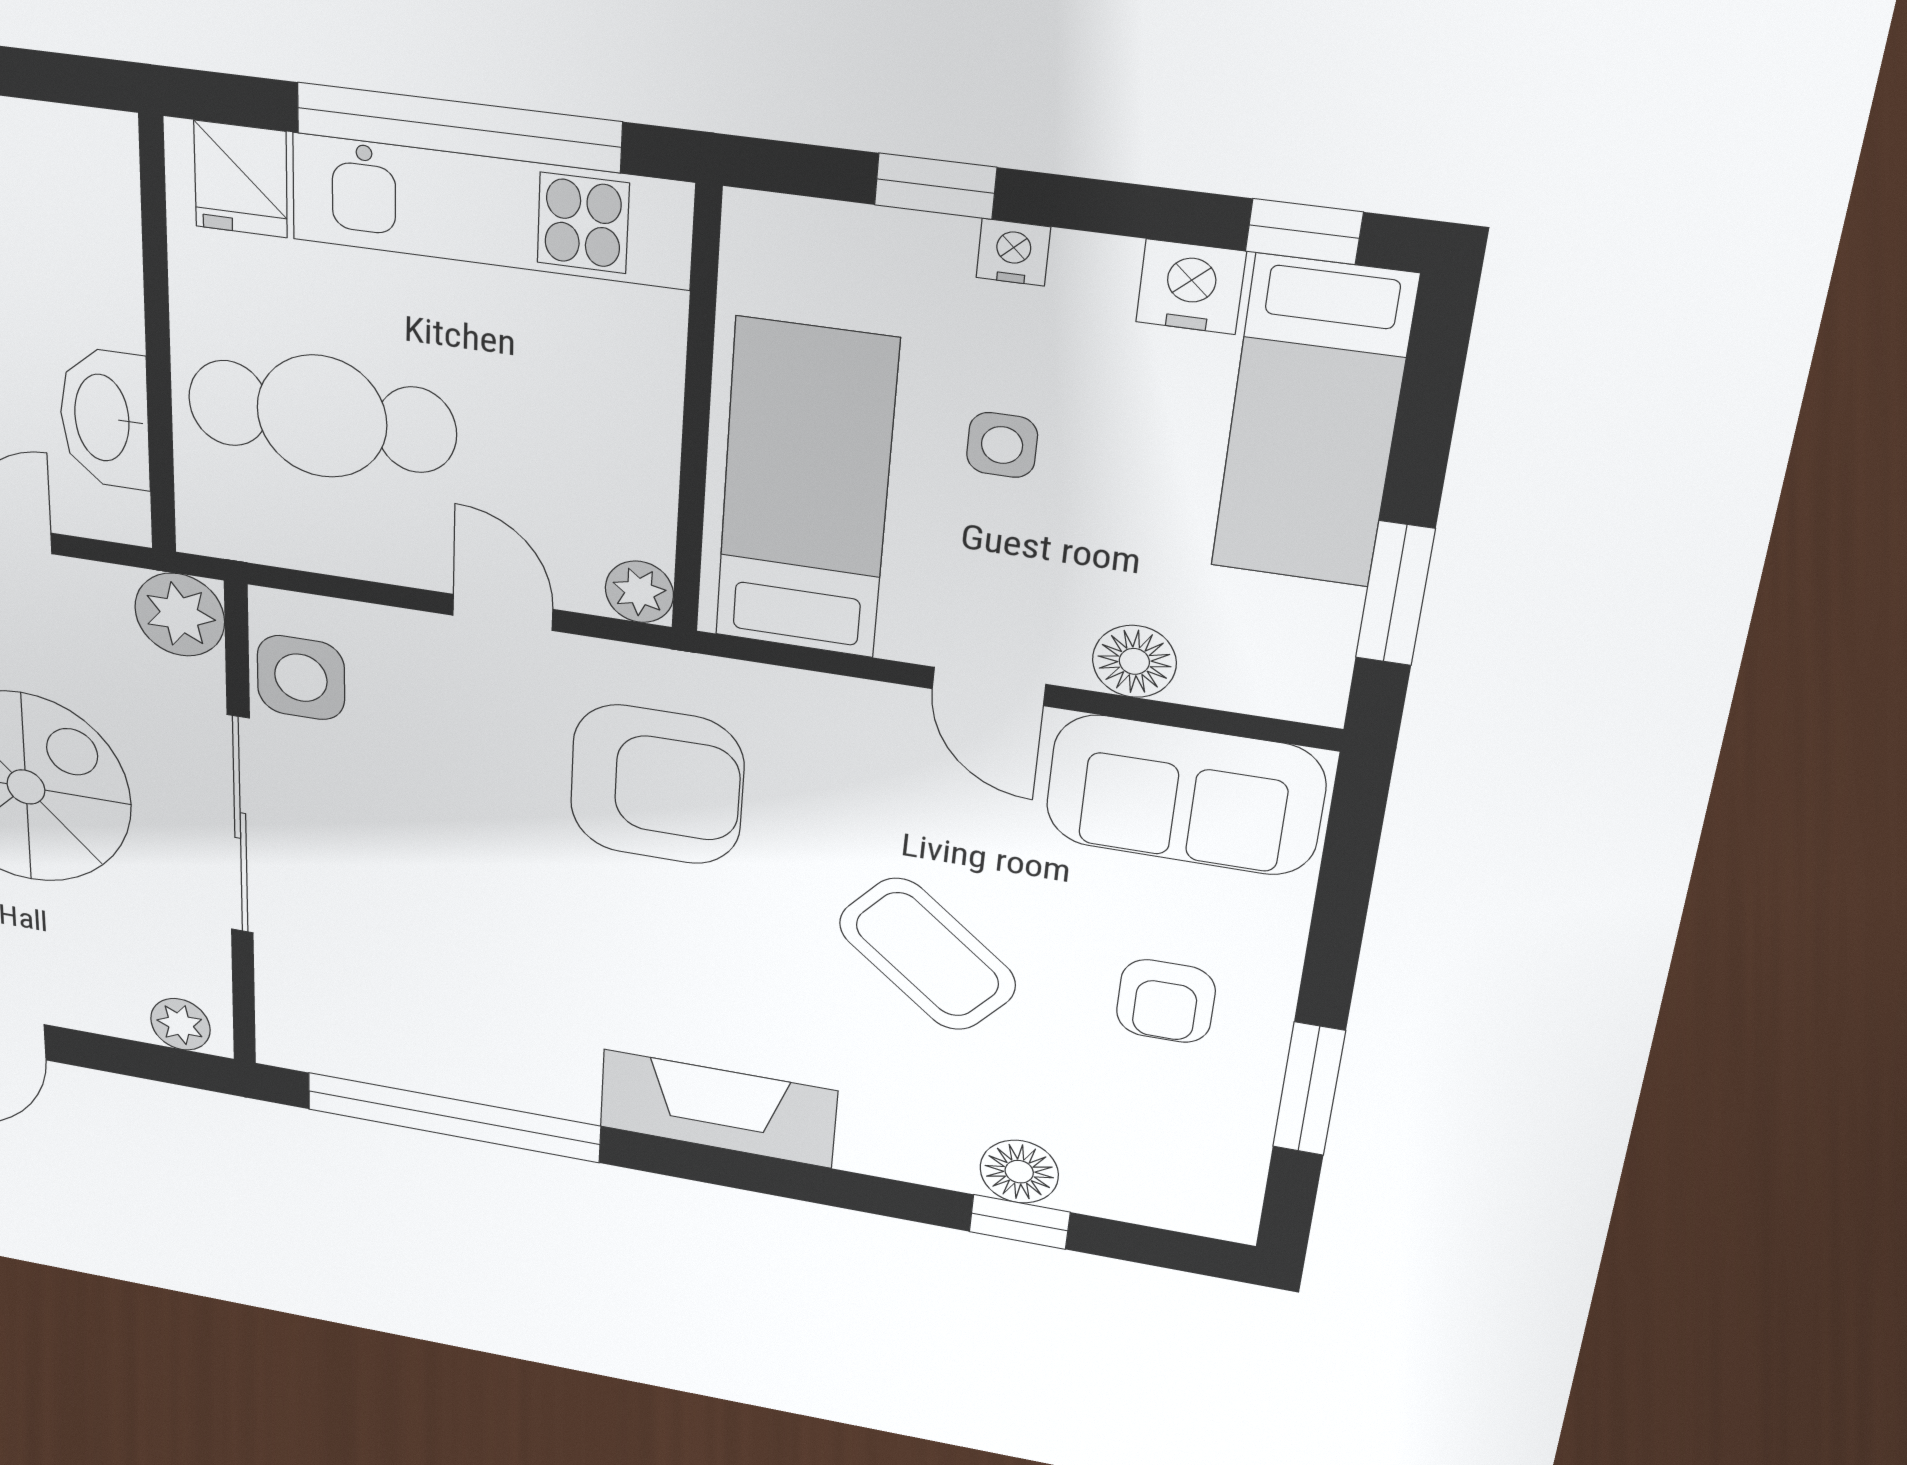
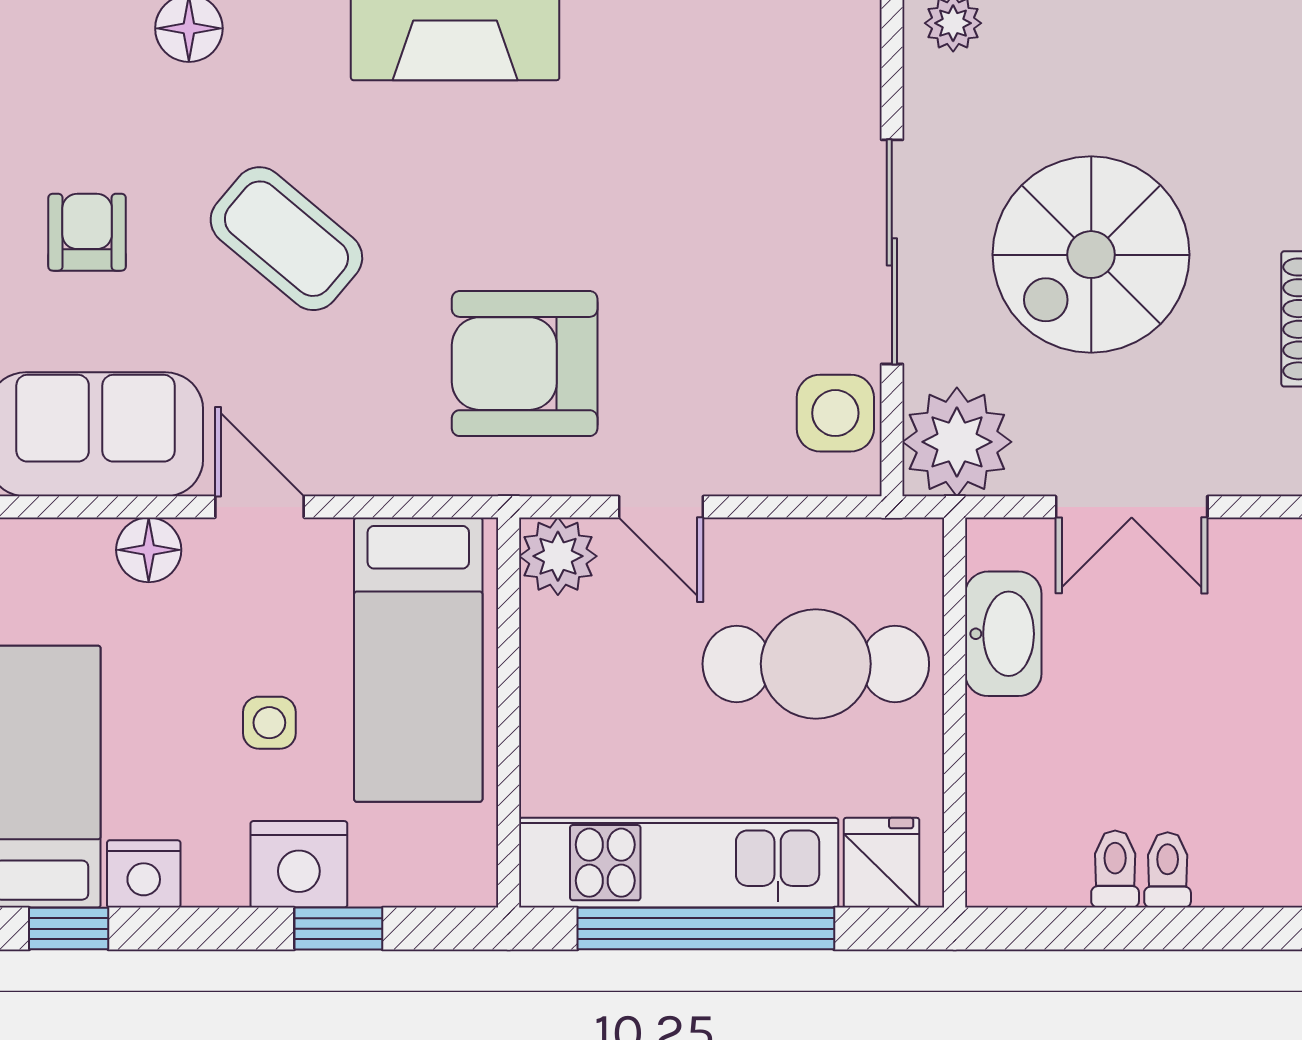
nightstand: (1013, 252) -> (299, 864), width x1.89, depth x1.79
plant: (639, 592) -> (558, 556), width x1.38, depth x1.38
plant: (180, 615) -> (957, 442), width x1.36, depth x1.36

